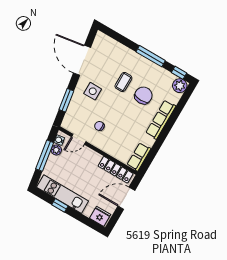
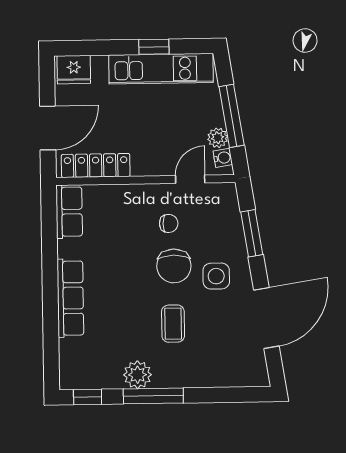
door: (82, 60) -> (266, 318), hinge flipped
plant: (180, 86) -> (138, 375), moved
chair: (143, 95) -> (174, 266), moved

